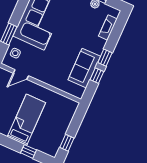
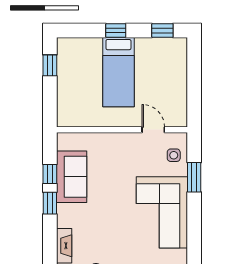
door: (21, 74) -> (153, 130), hinge flipped
window: (29, 151) -> (116, 30), moved

